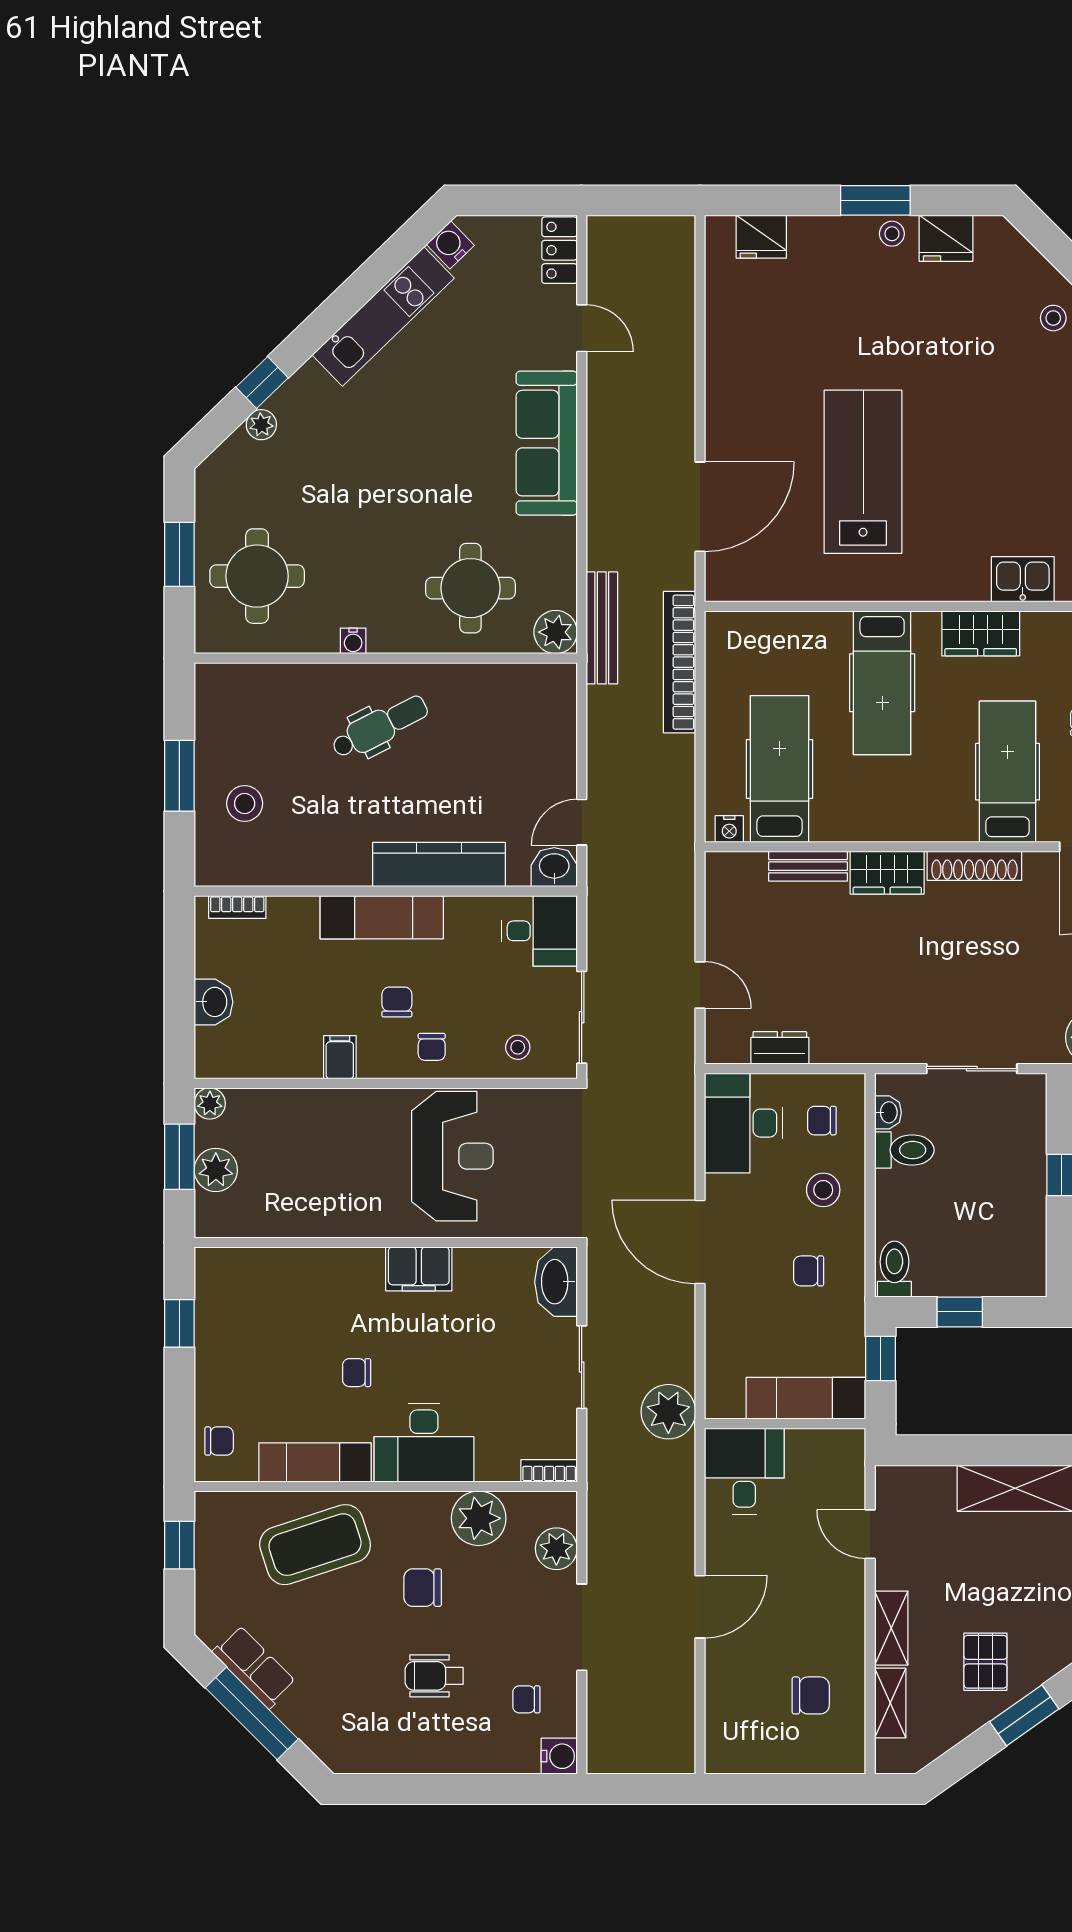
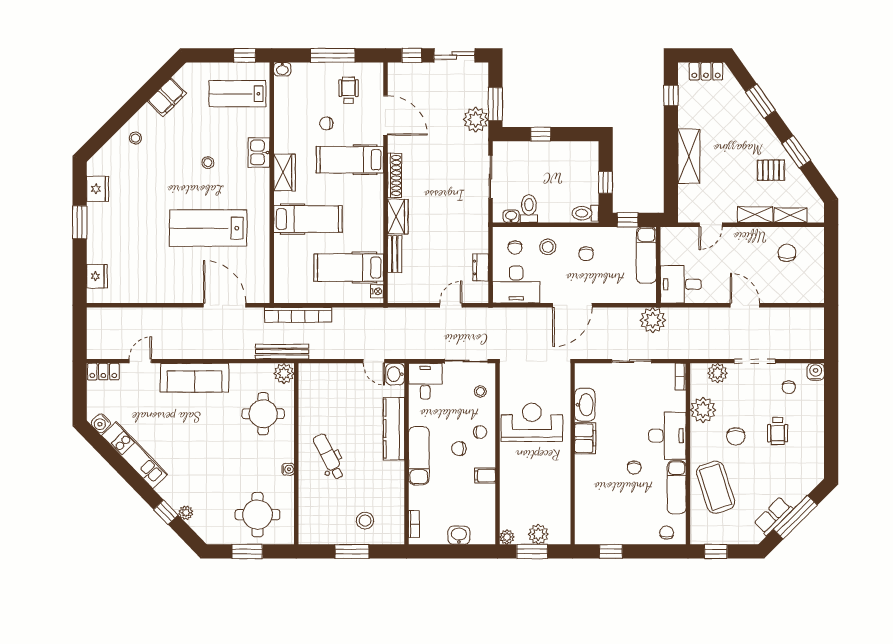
stool: (892, 234) -> (208, 163), moved
washbasin: (556, 1282) -> (585, 405), moved, turned -90

